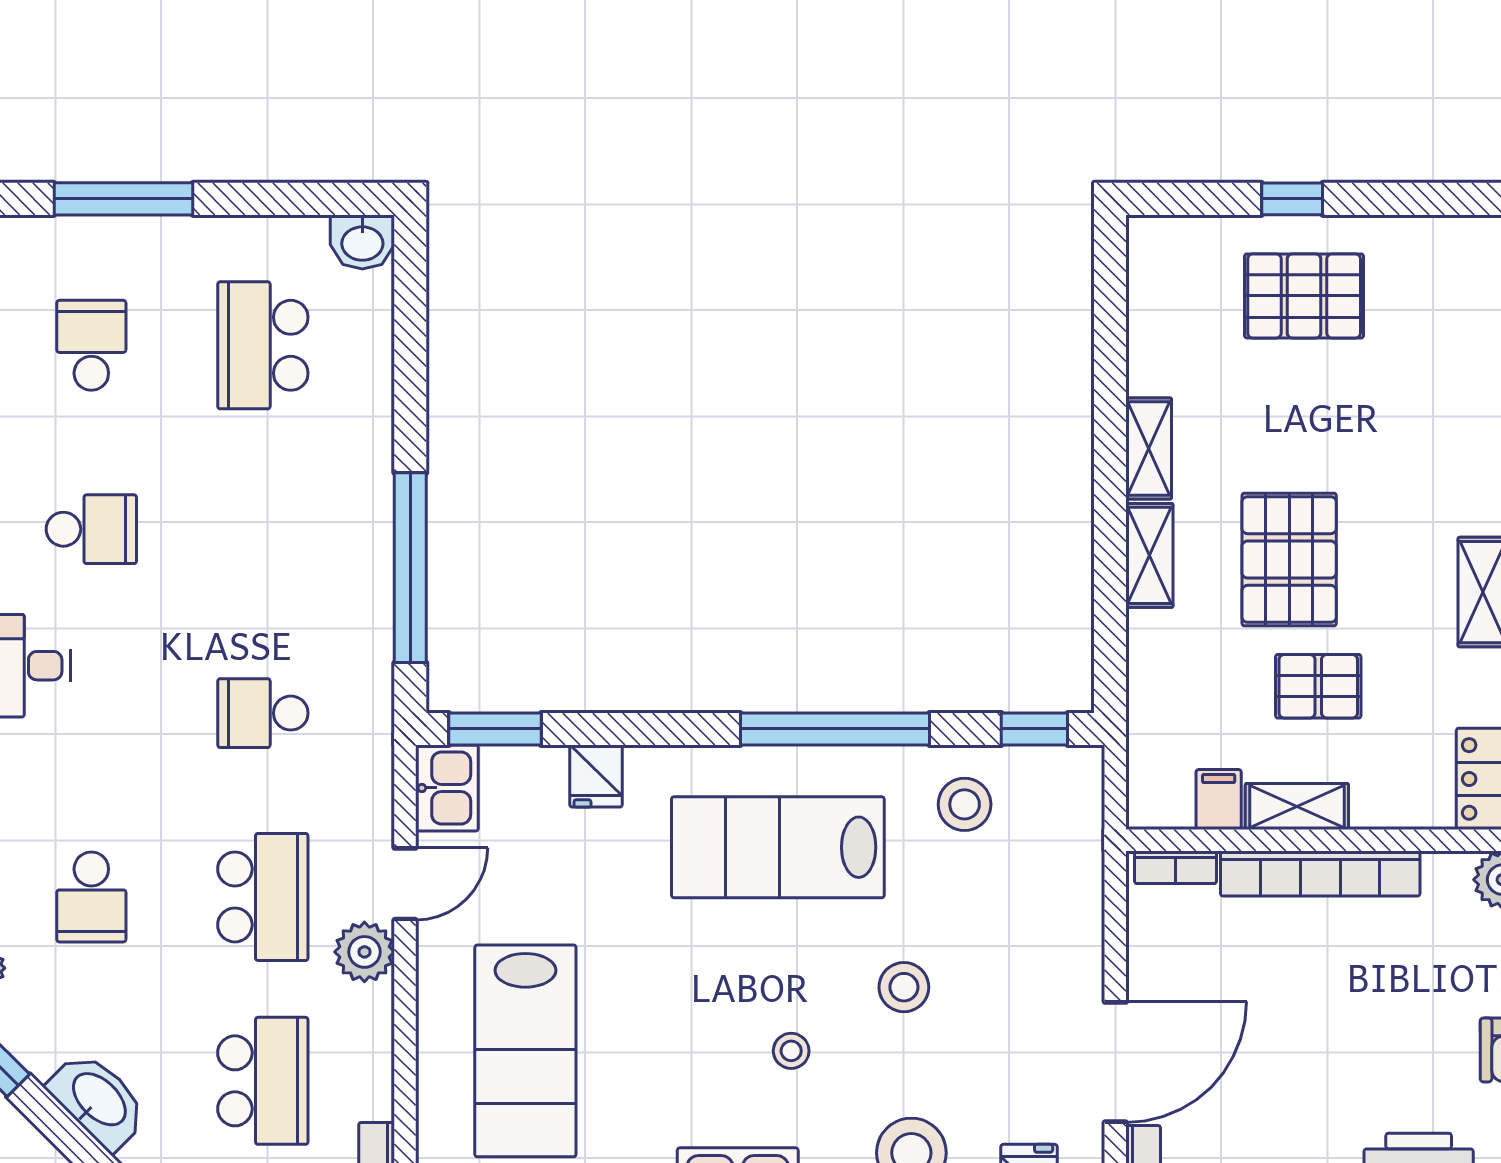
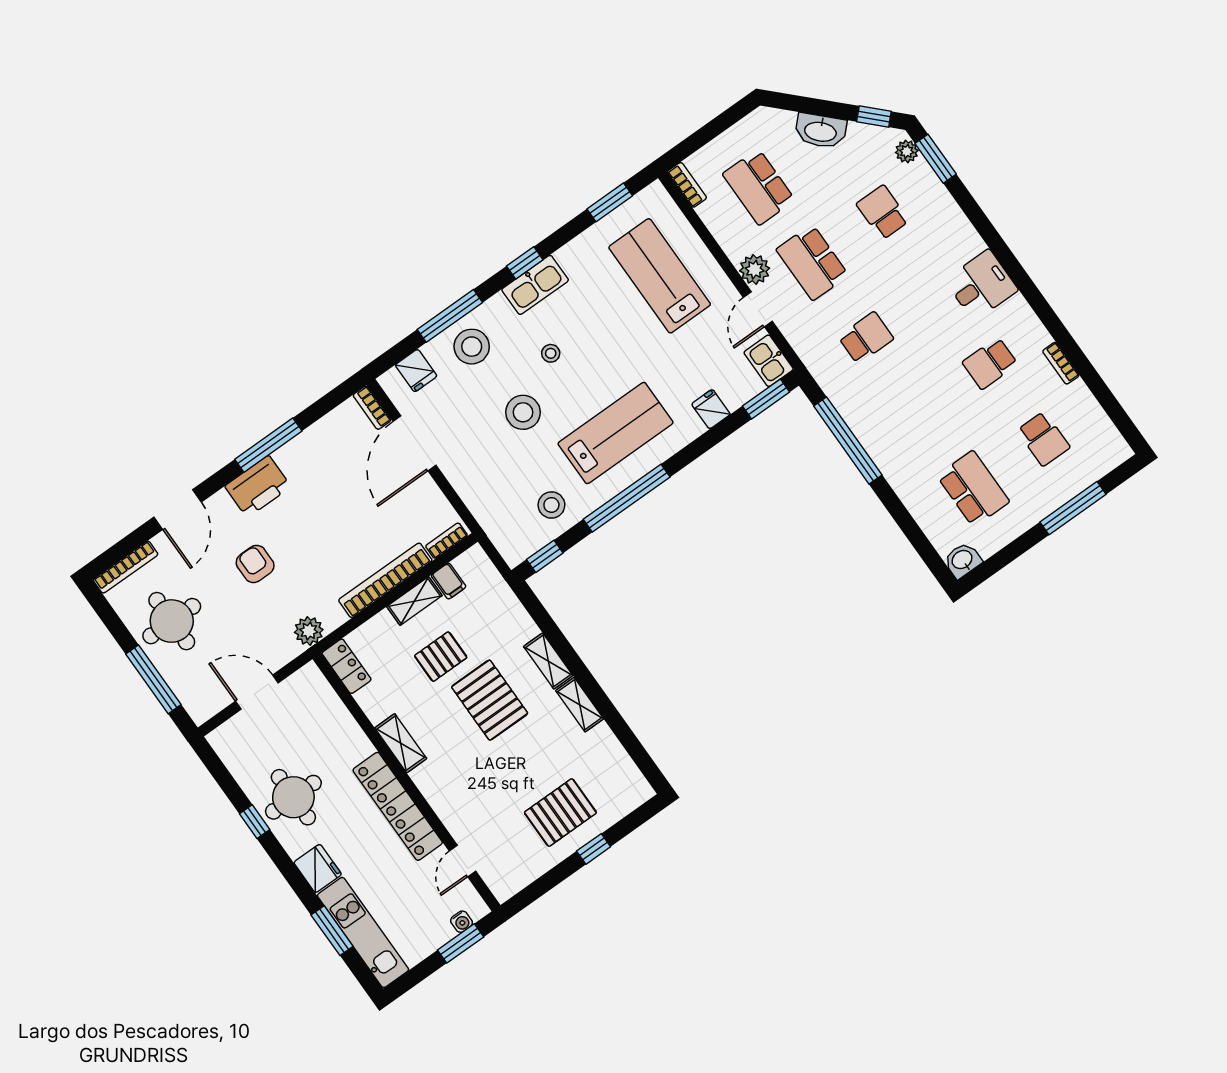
stool: (904, 987) -> (523, 412), width x1.38, depth x1.38

